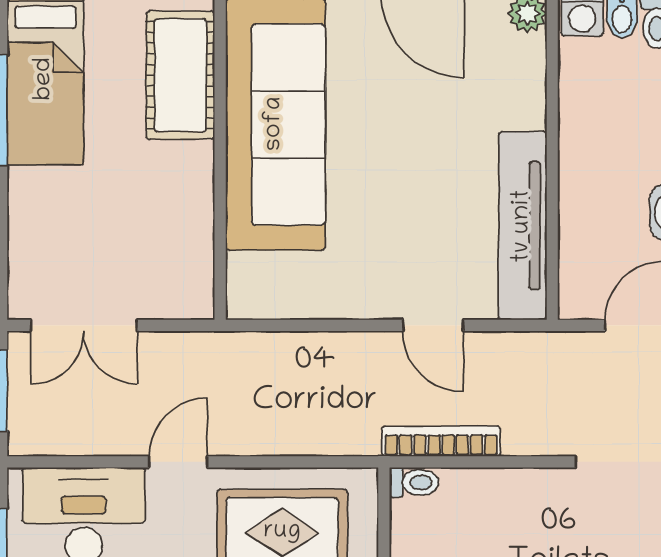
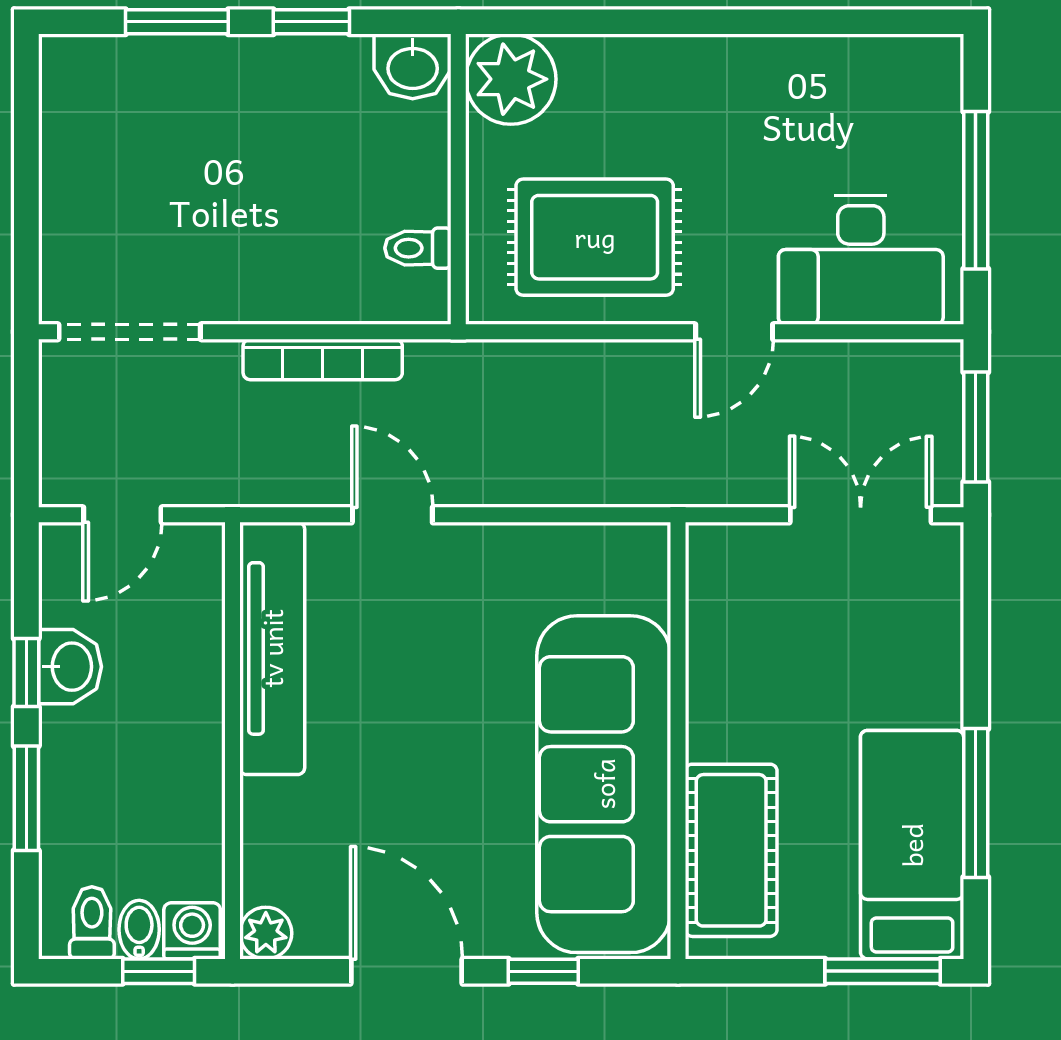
bookcase: (441, 441) -> (323, 359), moved
toilet: (414, 482) -> (418, 248), moved

